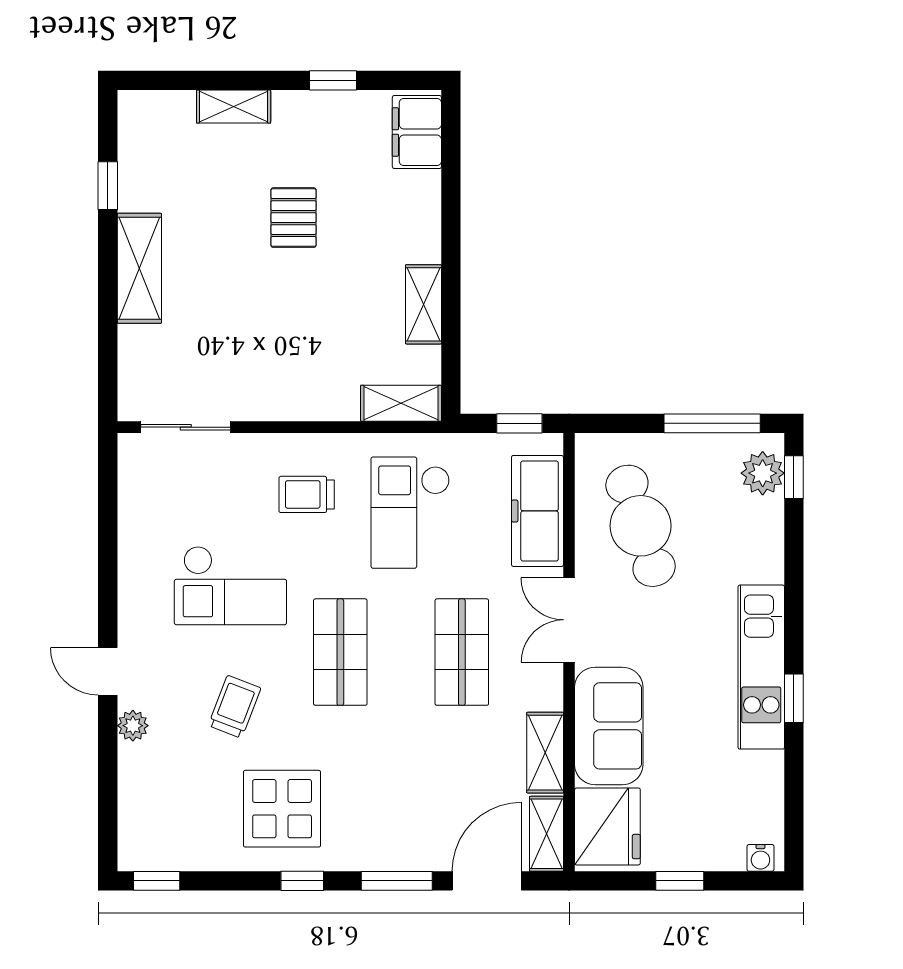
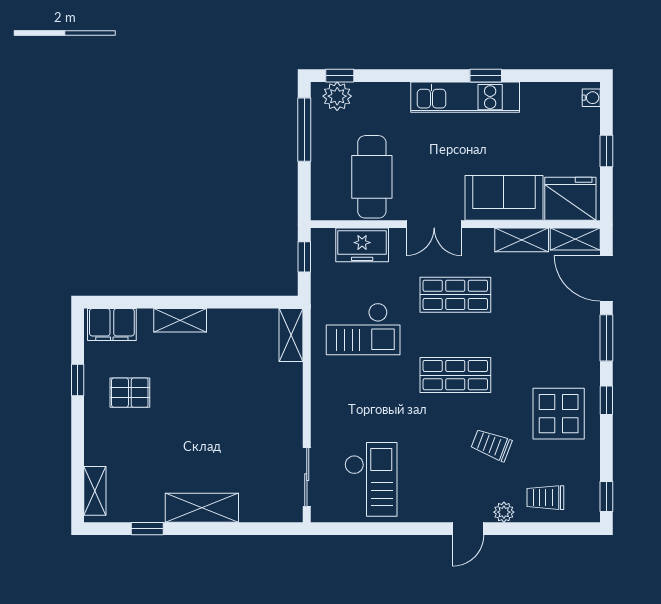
shelving: (234, 106) -> (95, 491), moved
pallet: (294, 218) -> (130, 393), moved
shelving: (423, 304) -> (180, 320), moved
trolley: (307, 494) -> (545, 498), moved, turned 90
freezer: (537, 511) -> (362, 245), width x0.71
cafe table: (641, 526) -> (372, 177), turned -72
checkout: (230, 585) -> (371, 479), moved

